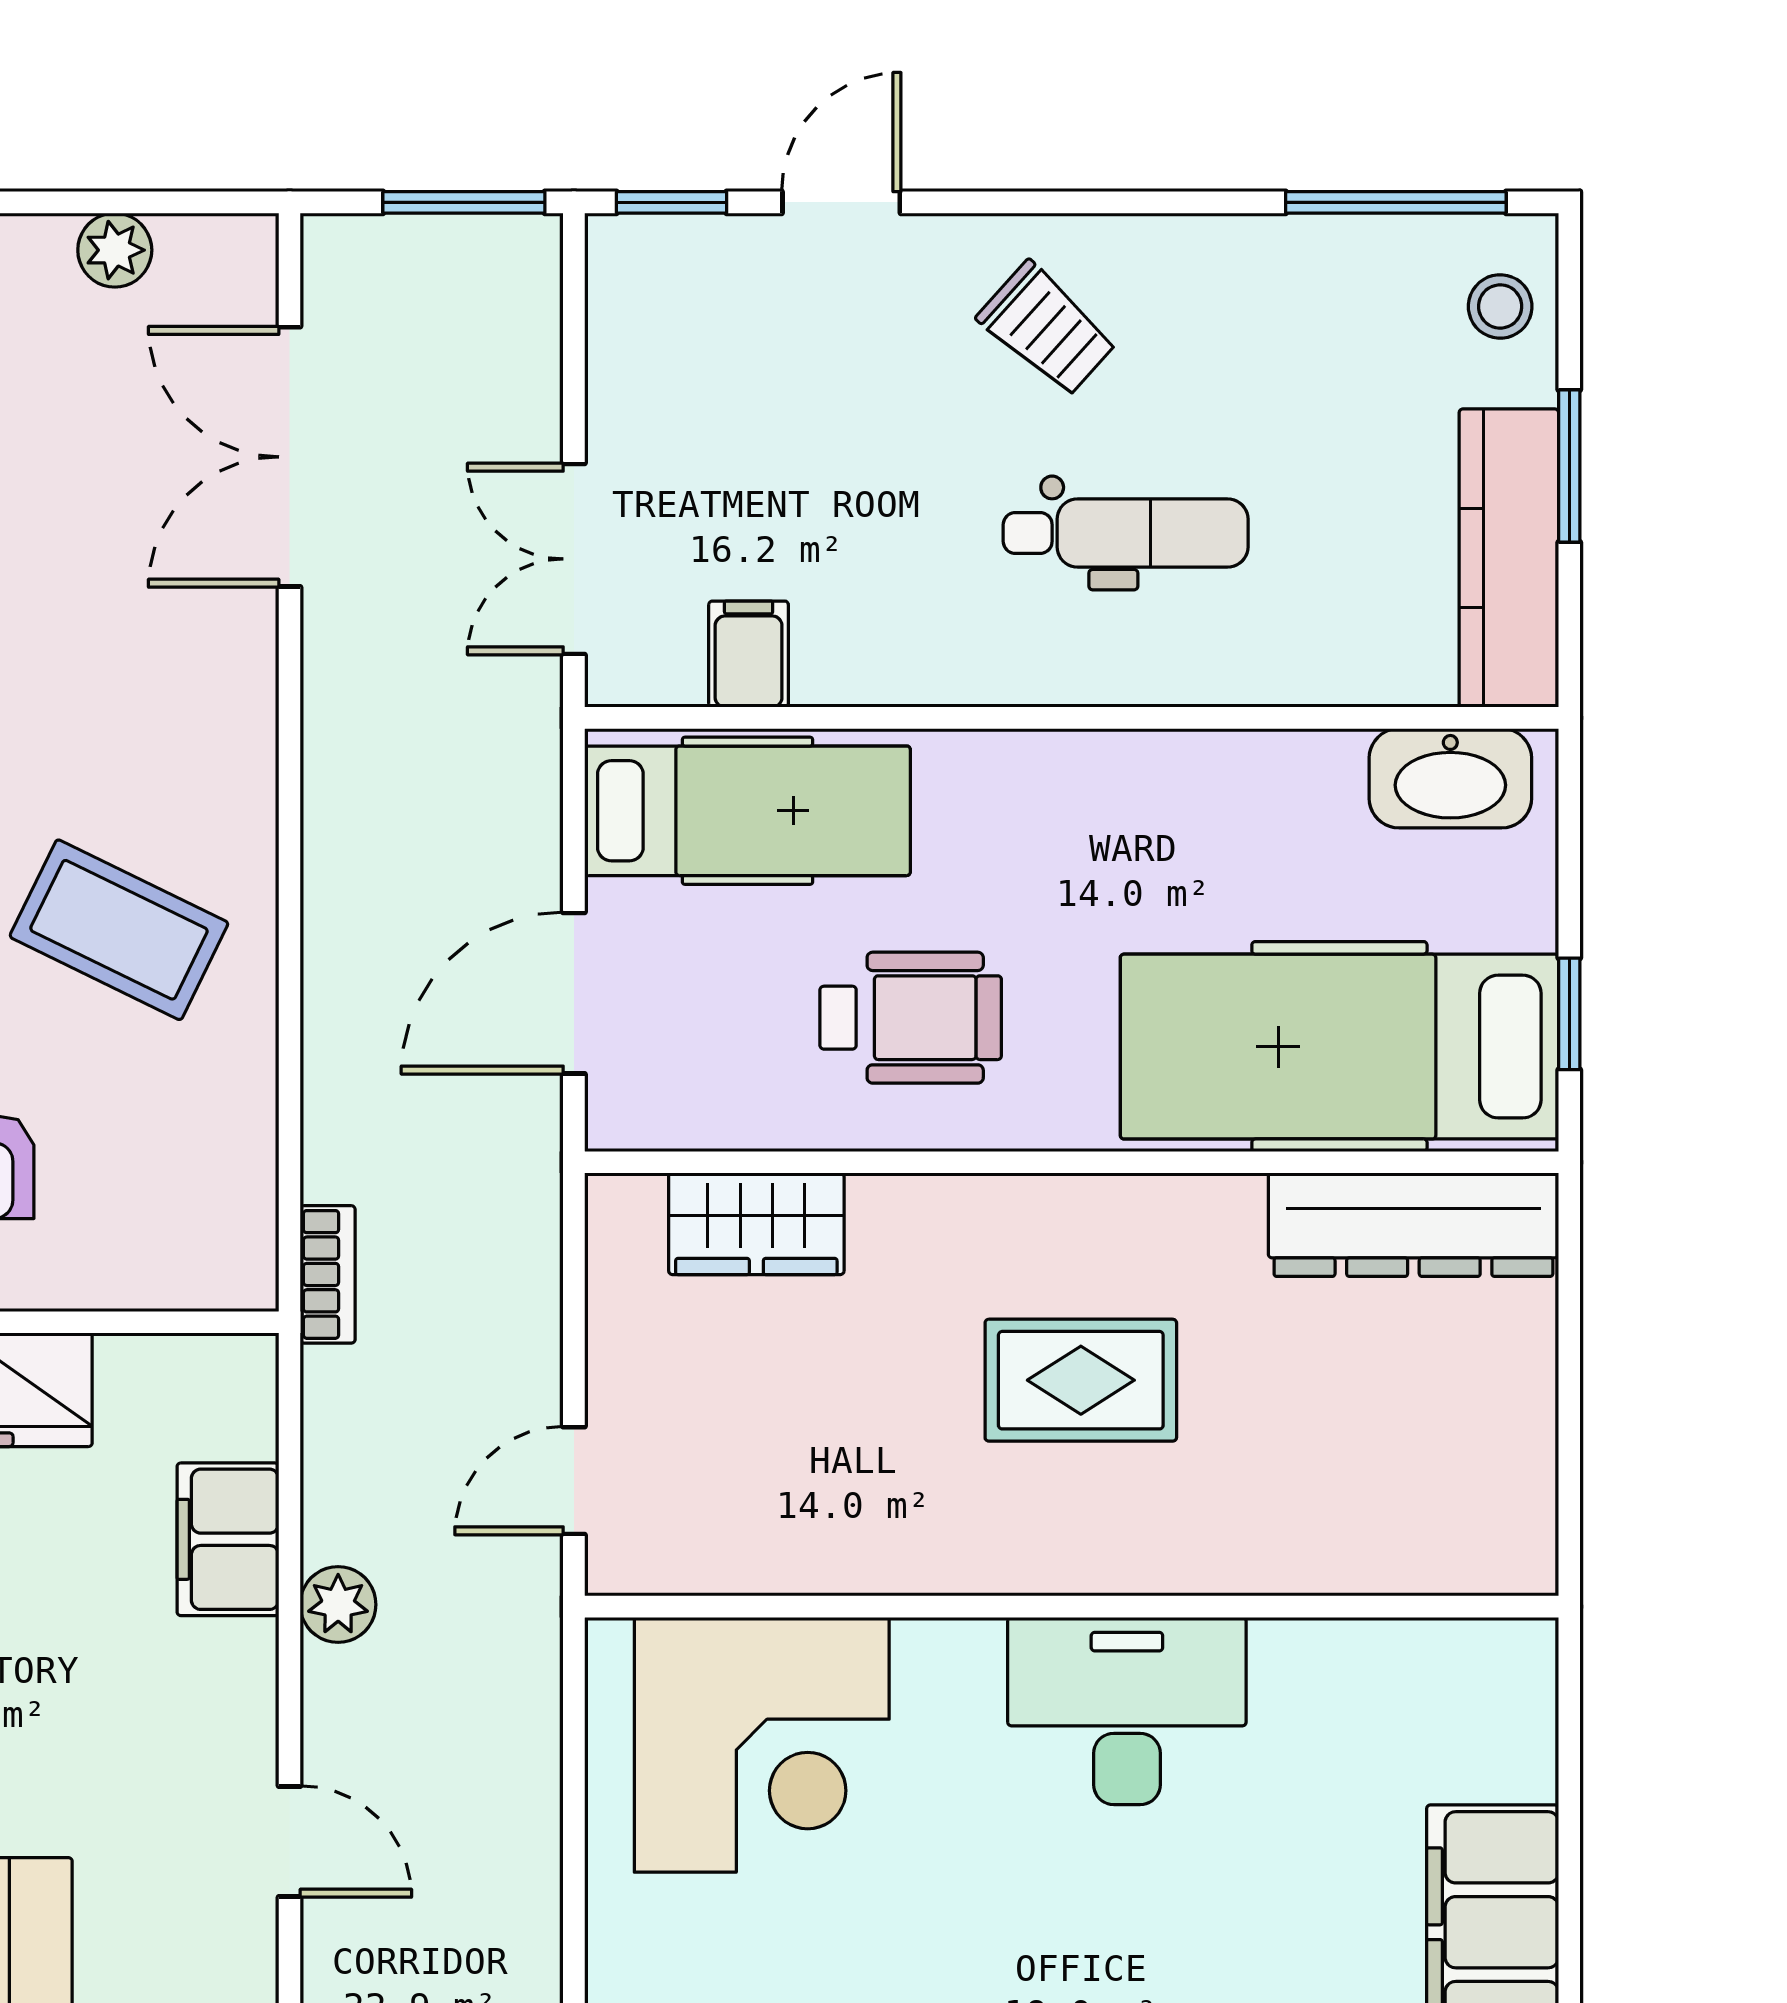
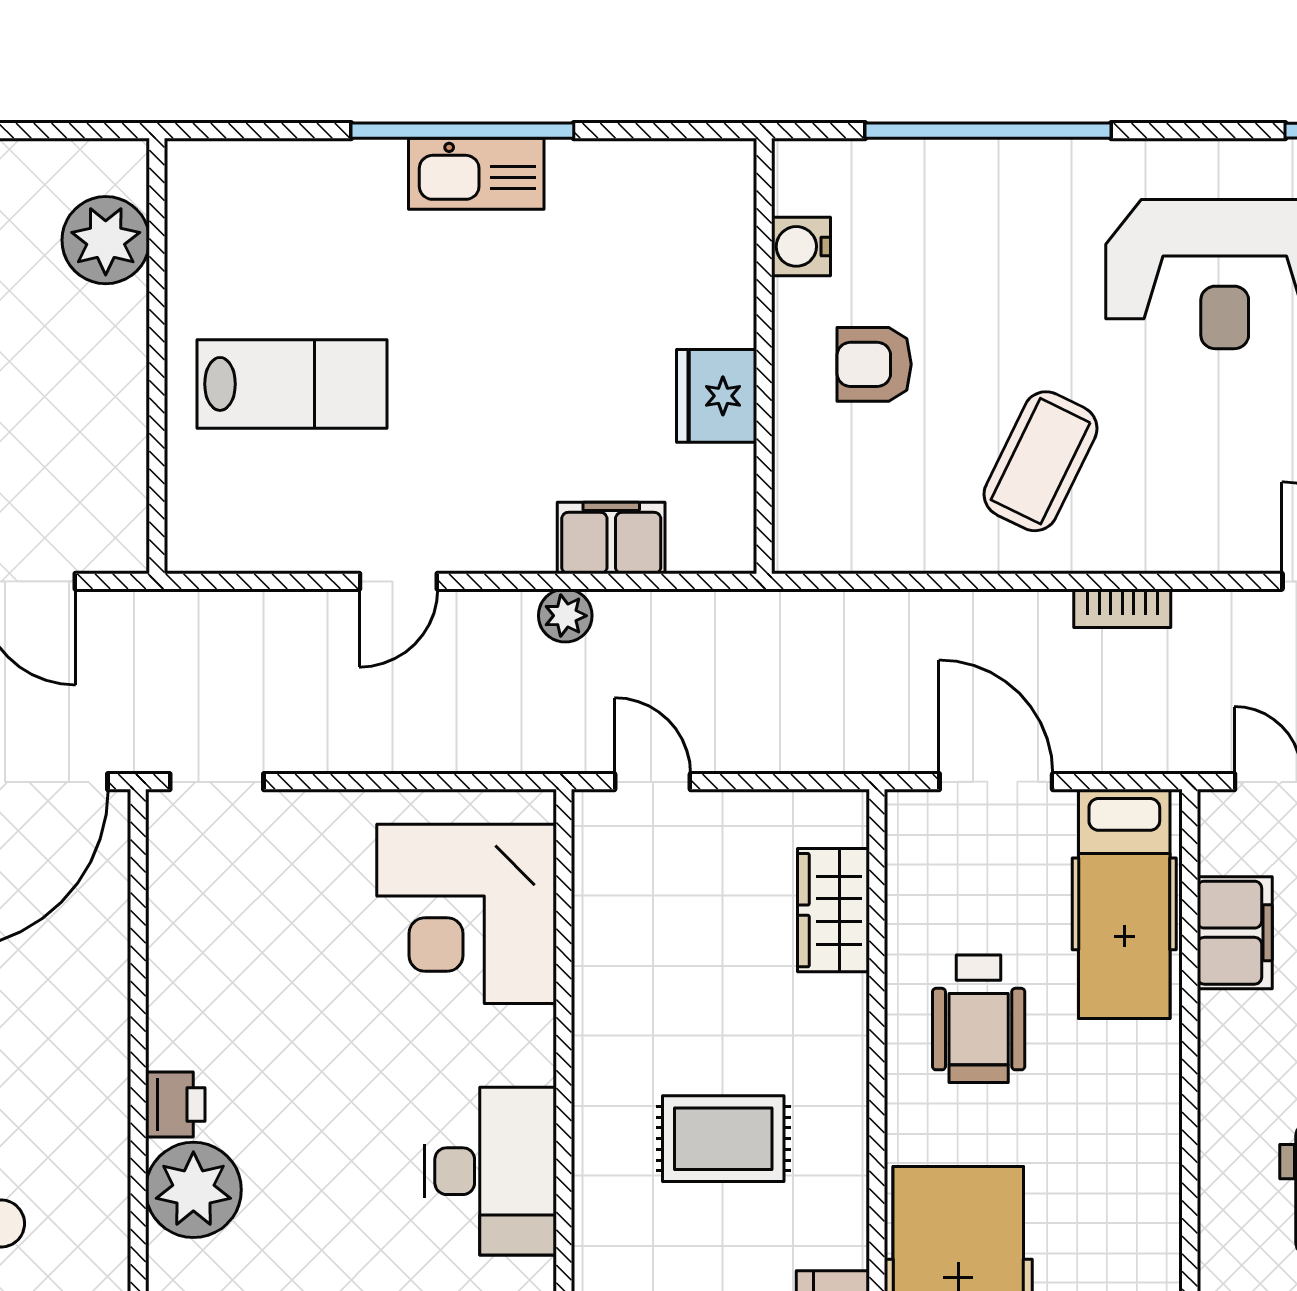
filing cabinet: (749, 654) -> (1235, 933), width x2.00
bookcase: (328, 1274) -> (1122, 608), moved
rug: (1081, 1380) -> (723, 1139), turned 90

